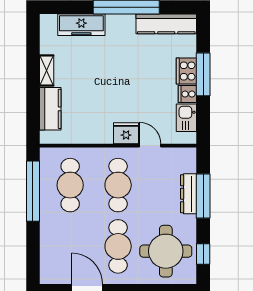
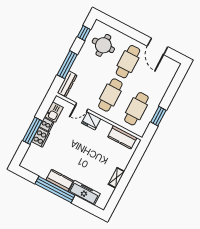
kitchen counter: (166, 24) -> (60, 180), moved, width x0.67
kitchen counter: (50, 109) -> (122, 137), moved, turned -90
door: (150, 146) -> (82, 107), hinge flipped
window: (33, 191) -> (158, 116), width x0.47
dresser: (189, 194) -> (67, 84), moved
round table: (166, 251) -> (103, 45), width x0.73, depth x0.73

